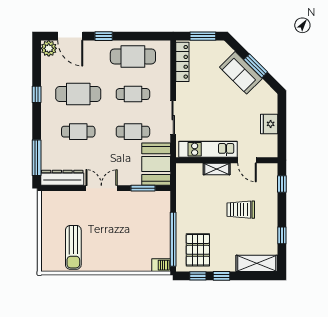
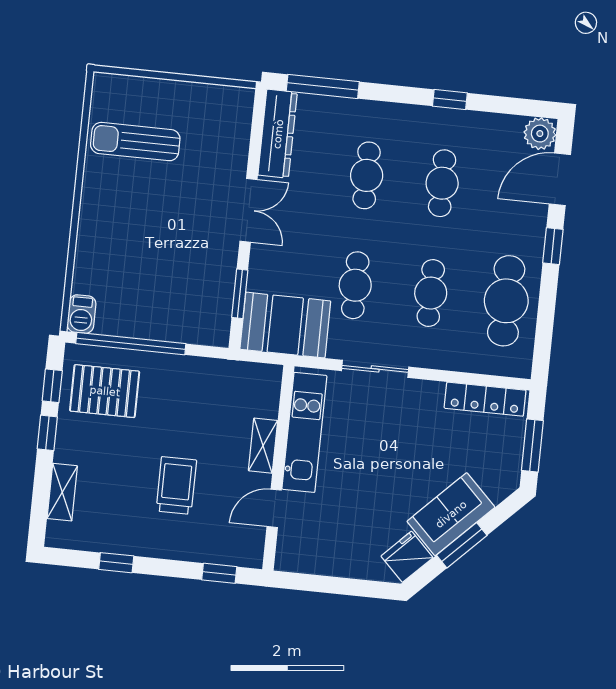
cafe table: (78, 94) -> (442, 183), width x0.73, depth x0.74
fridge: (269, 124) -> (407, 557), moved, turned -45
shelving: (257, 263) -> (62, 492), width x0.67, depth x0.75

